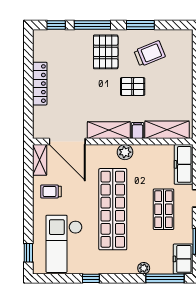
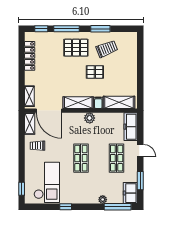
pallet: (106, 52) -> (76, 48), turned 90
locker: (40, 84) -> (30, 56), moved
shelving: (39, 121) -> (29, 96), added
shop shelf: (113, 209) -> (81, 158), width x0.50, depth x0.74
checkout: (64, 244) -> (47, 182), turned 180

